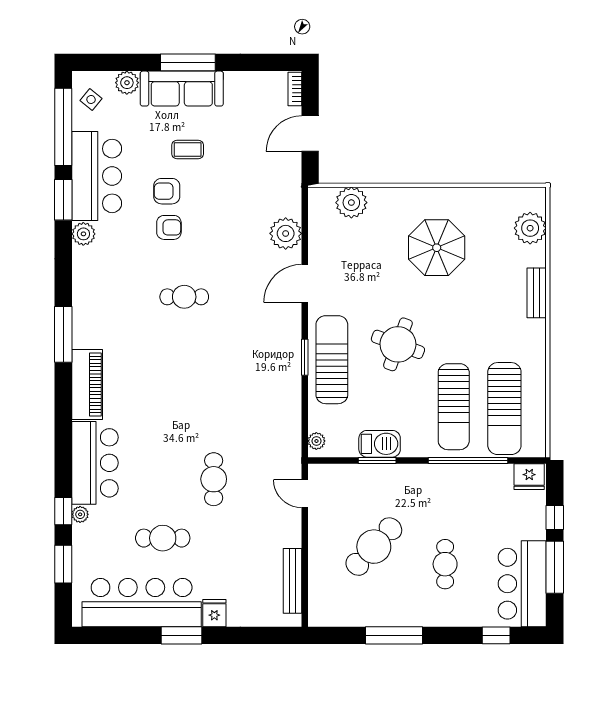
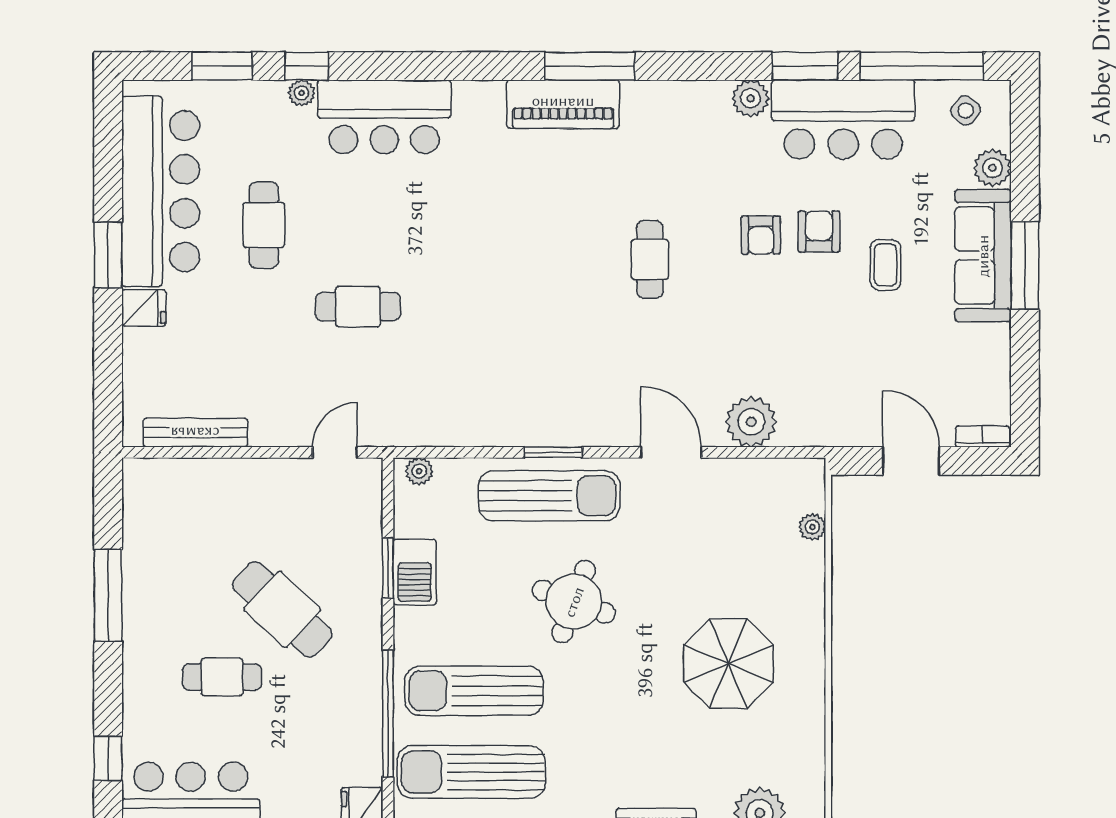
plant: (351, 203) -> (812, 527), width x0.53, depth x0.53
piano: (87, 384) -> (563, 104), moved
cafe table: (374, 547) -> (282, 609), moved

